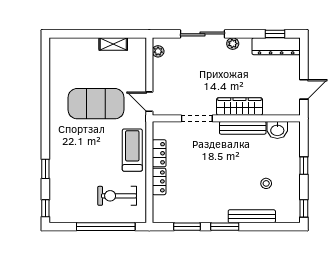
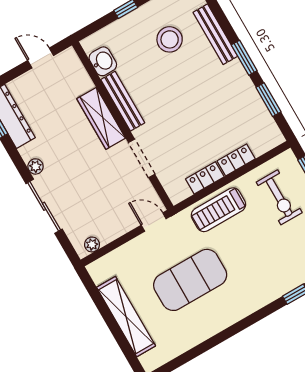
shelving: (113, 44) -> (126, 317), width x2.20, depth x1.33
door: (149, 102) -> (154, 222), swing flipped
exercise mat: (96, 104) -> (190, 280), turned 90
stool: (266, 183) -> (170, 39), width x1.89, depth x1.89

